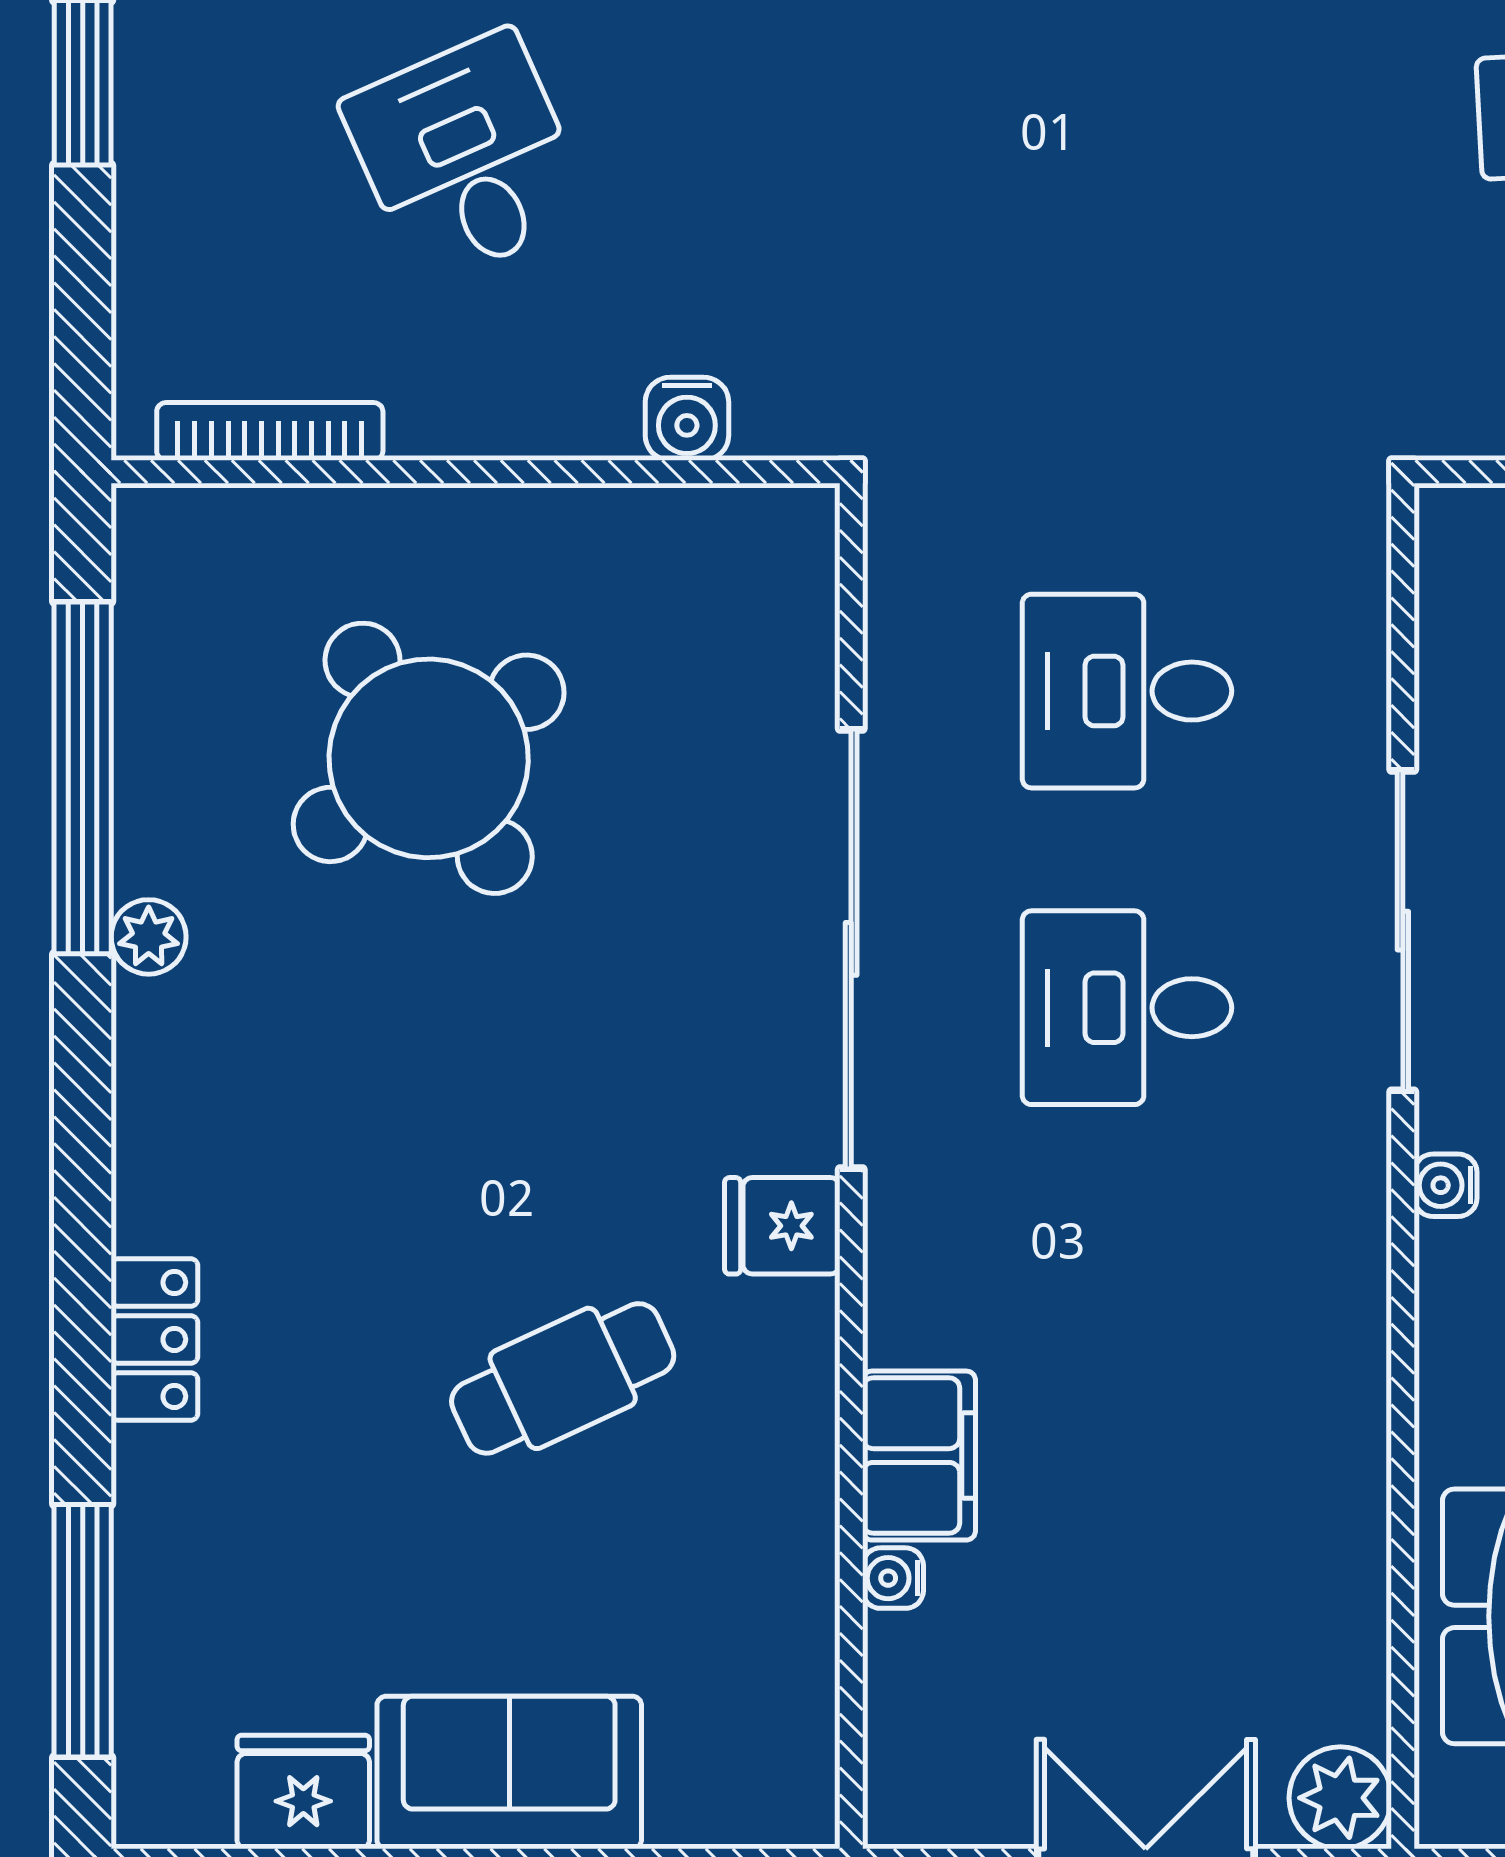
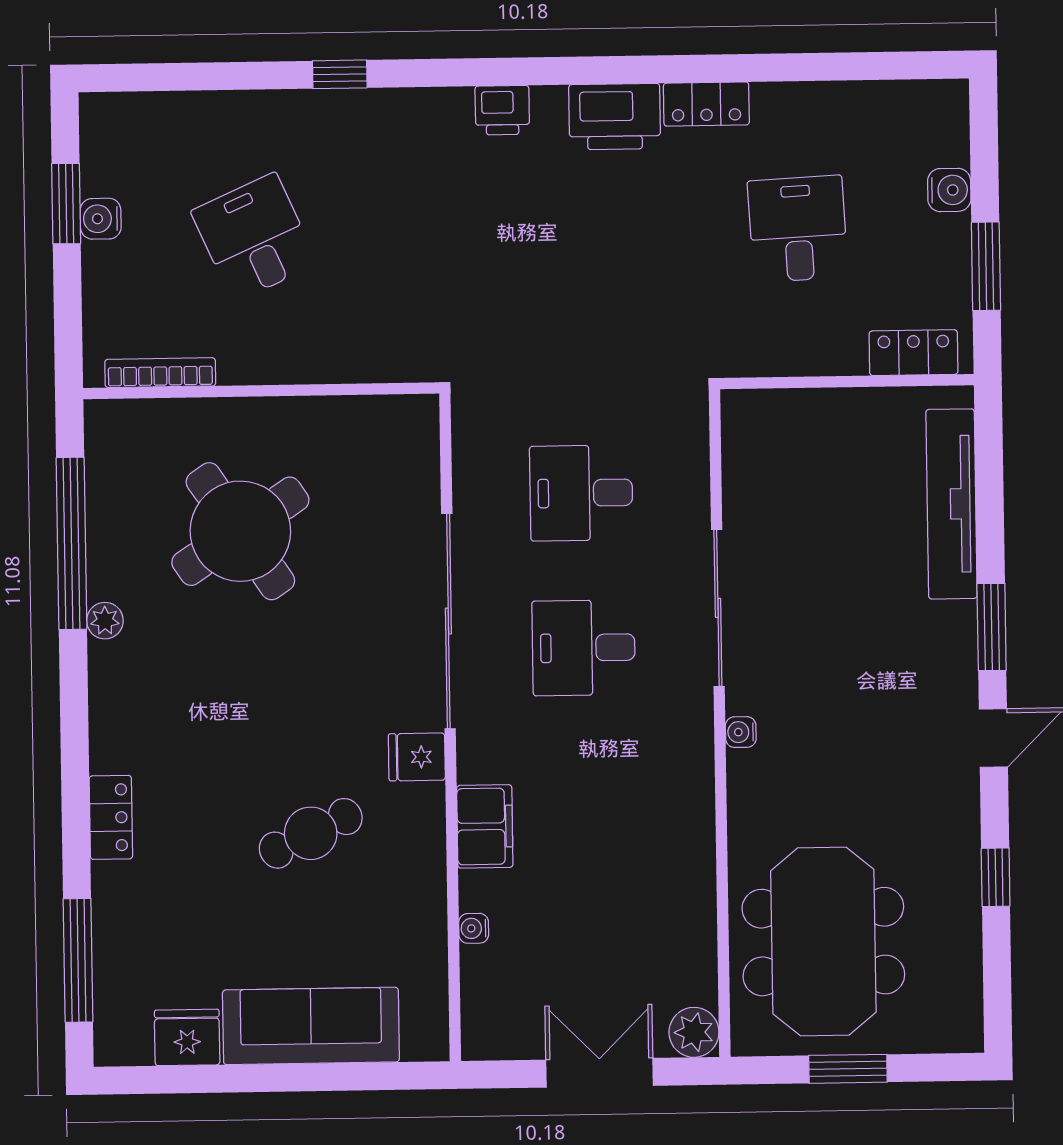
water cooler: (687, 419) -> (101, 219), moved, turned 90
filing cabinet: (919, 1456) -> (485, 826), moved
sofa: (509, 1773) -> (311, 1026), width x1.36

